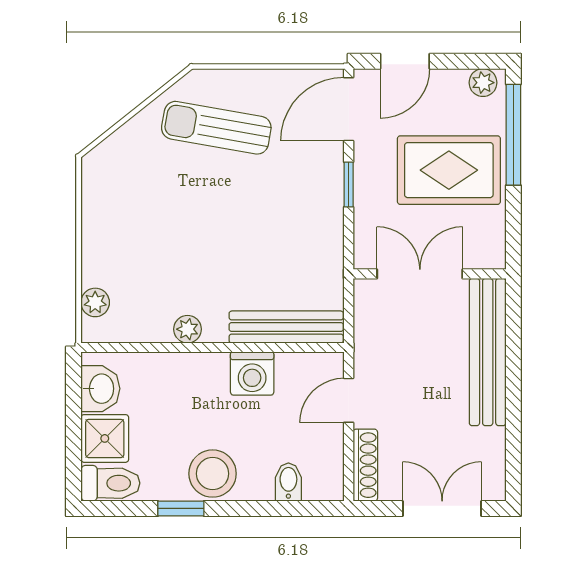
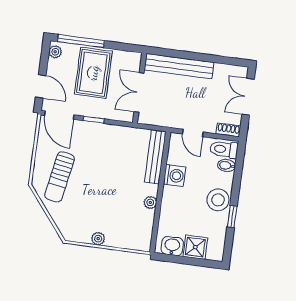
plant: (95, 302) -> (98, 239), moved
shoe rack: (365, 465) -> (228, 130), width x0.70
toilet: (110, 483) -> (224, 149), moved, turned -90

